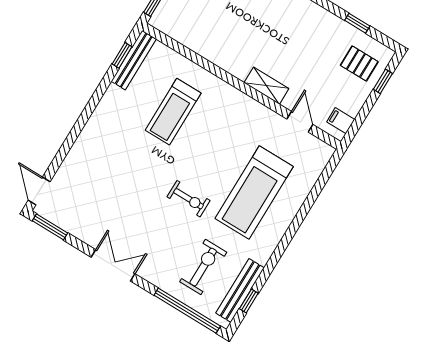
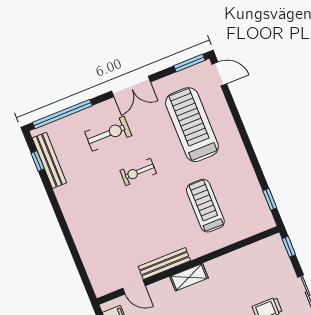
bench: (134, 60) -> (164, 263), moved, turned 90
shelving: (266, 86) -> (189, 277), moved
treadmill: (254, 193) -> (192, 125), moved
exercise bike: (203, 267) -> (108, 134), moved, turned -90

